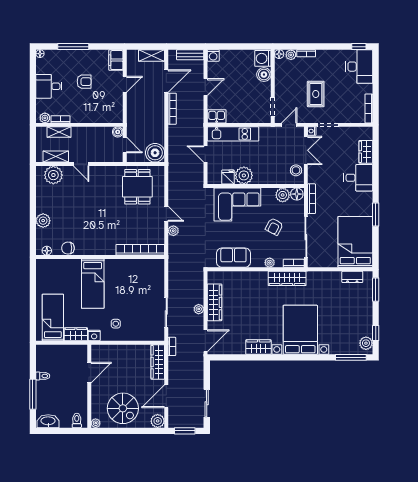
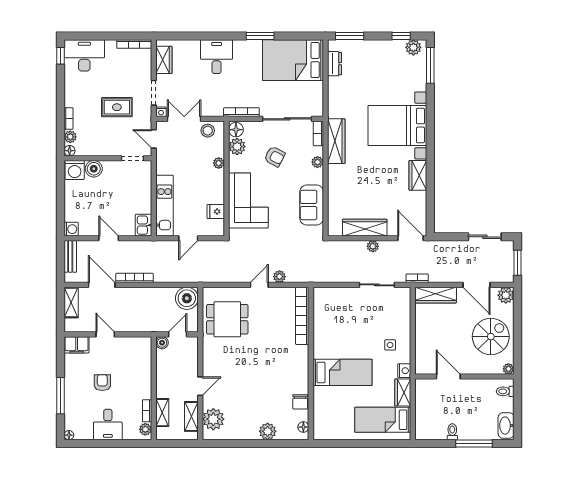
wardrobe: (366, 152) -> (164, 60), moved, turned -90
plant: (244, 175) -> (219, 163), moved, width x0.53, depth x0.53

